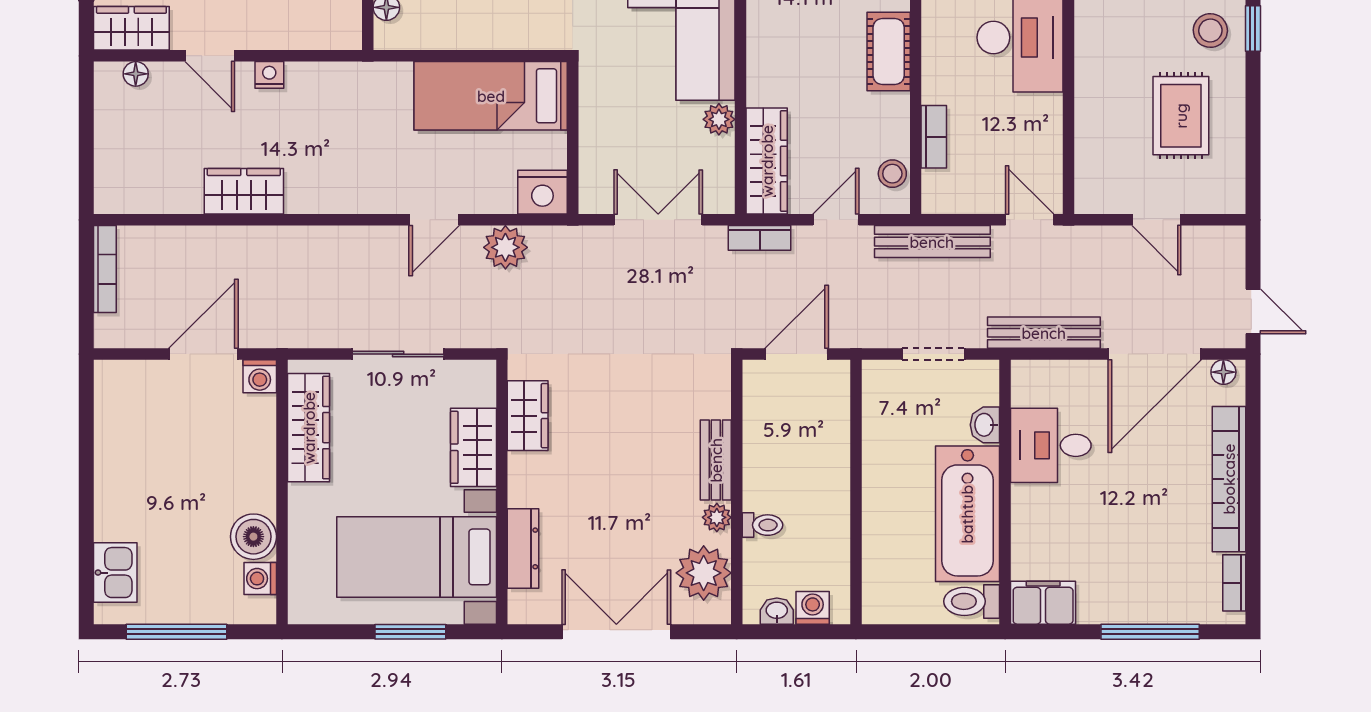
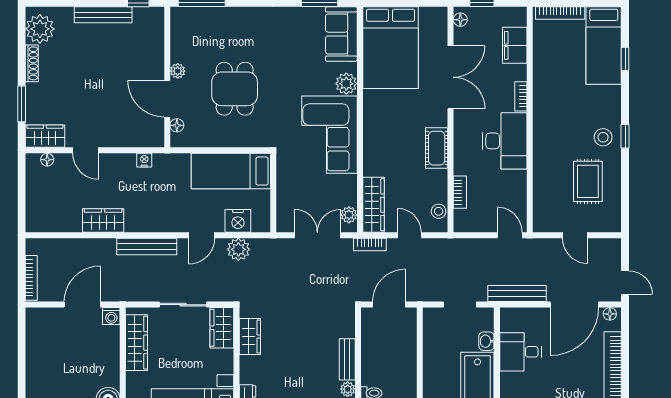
nightstand: (269, 75) -> (144, 160), moved
plant: (719, 119) -> (349, 215), moved
nightstand: (542, 192) -> (238, 221), moved
door: (836, 220) -> (409, 235), hinge flipped
bench: (932, 242) -> (147, 246), moved
bookcase: (105, 269) -> (31, 278), moved
wardrobe: (473, 447) -> (222, 328), moved

